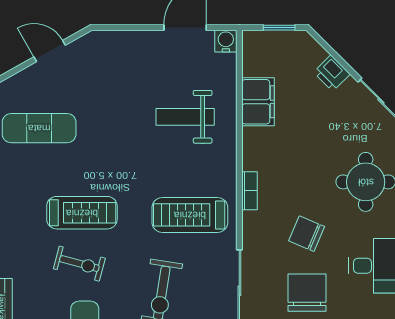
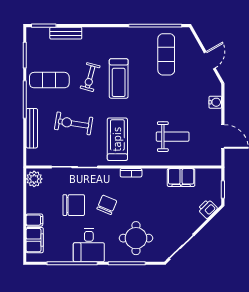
water cooler: (226, 41) -> (215, 102), moved
printer: (332, 73) -> (207, 209), moved
weight bench: (185, 117) -> (173, 137), turned 90

